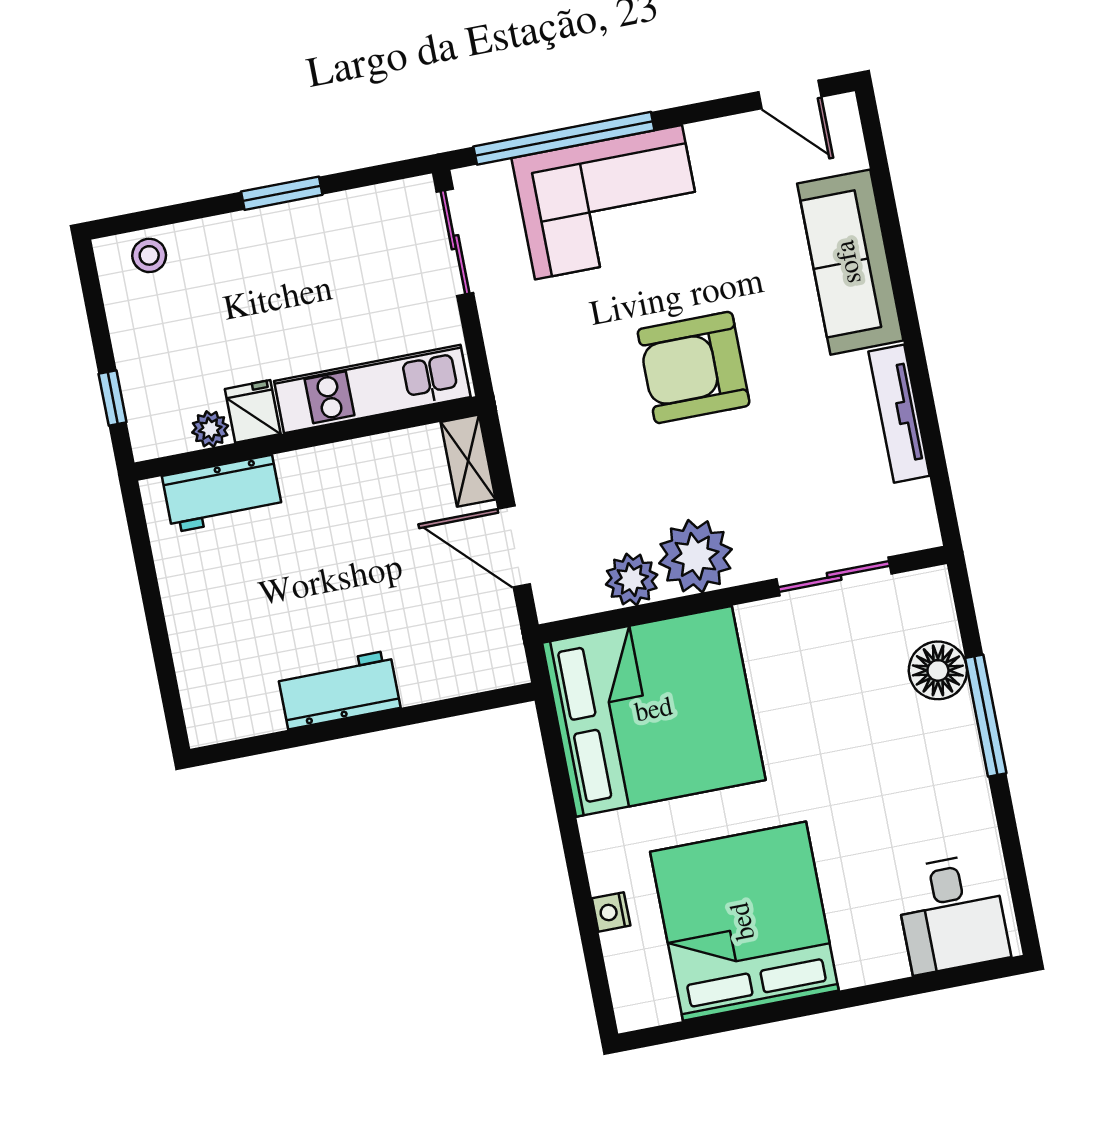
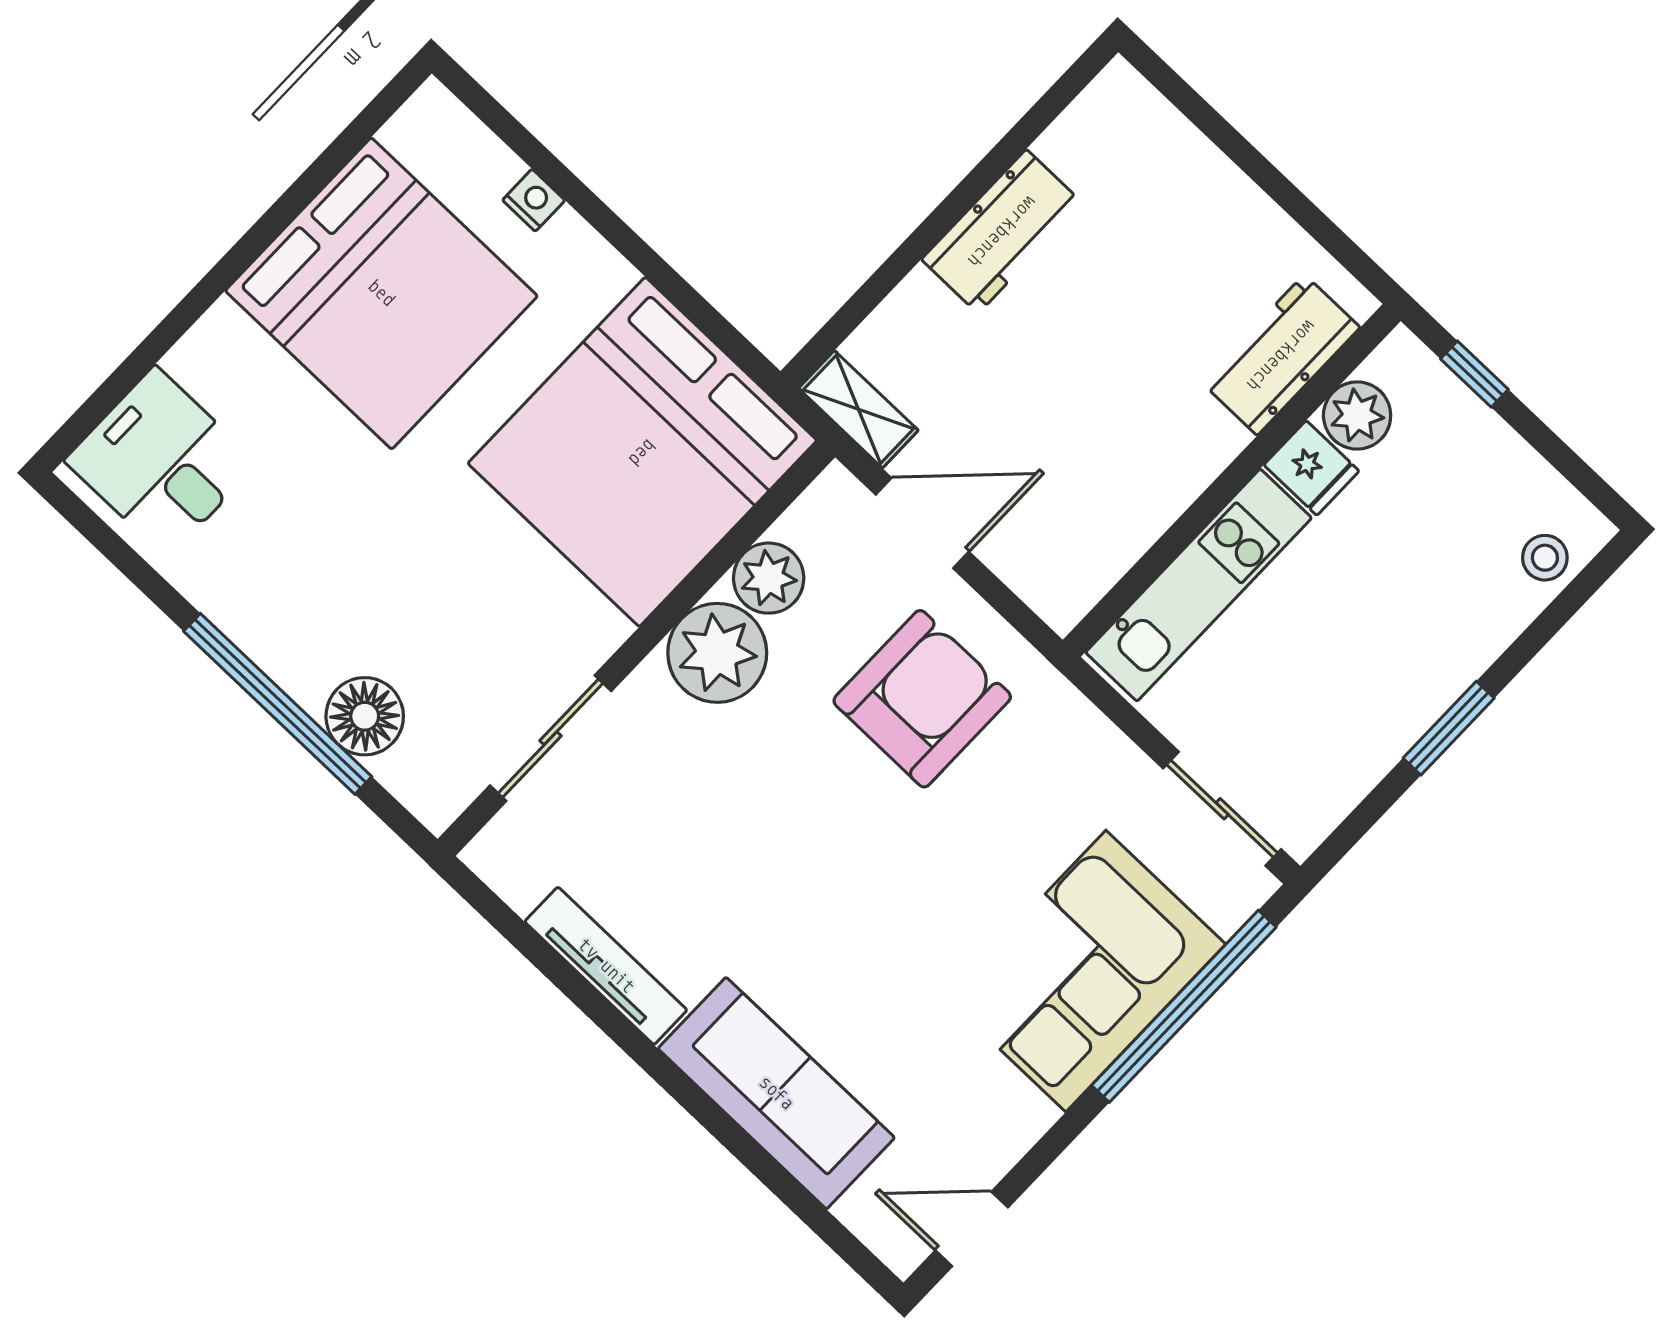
armchair: (694, 367) -> (922, 699), moved
plant: (210, 429) -> (1357, 415), width x1.38, depth x1.38
shelving: (468, 461) -> (858, 409), moved
window: (986, 716) -> (278, 704), width x1.46

